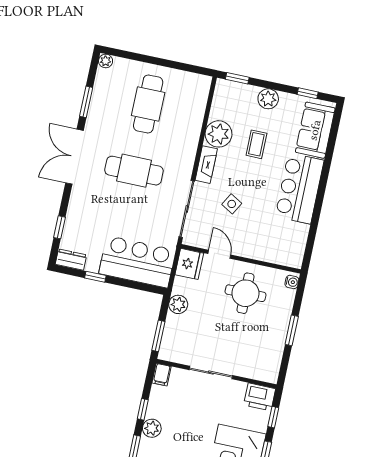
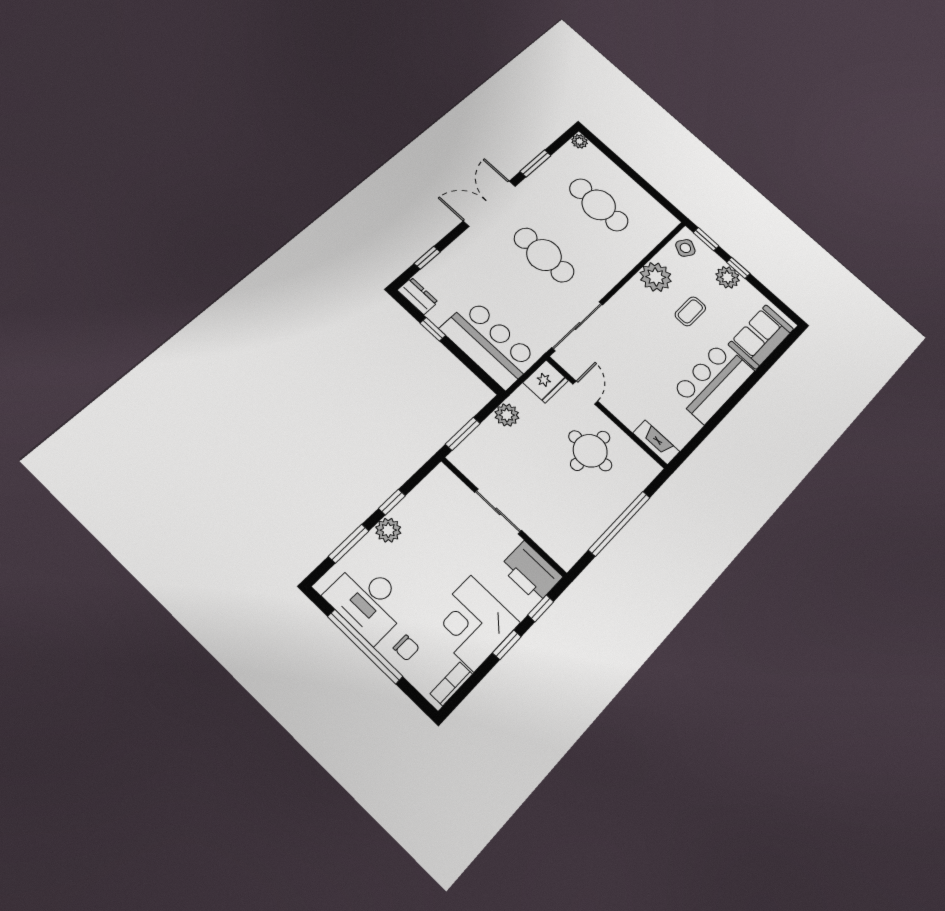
window: (308, 93) -> (738, 268), moved
cafe table: (148, 104) -> (599, 205), turned 90
fireplace: (206, 165) -> (656, 442), moved, turned -90
side table: (232, 204) -> (685, 248), moved
water cooler: (292, 282) -> (650, 472), removed
window: (292, 330) -> (619, 524), width x2.11
filing cabinet: (162, 375) -> (439, 478), removed
printer: (260, 397) -> (531, 572), width x1.37, depth x1.19

